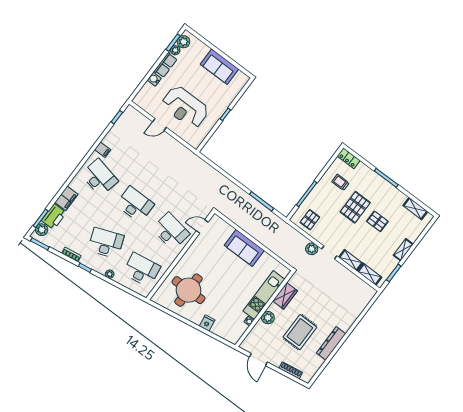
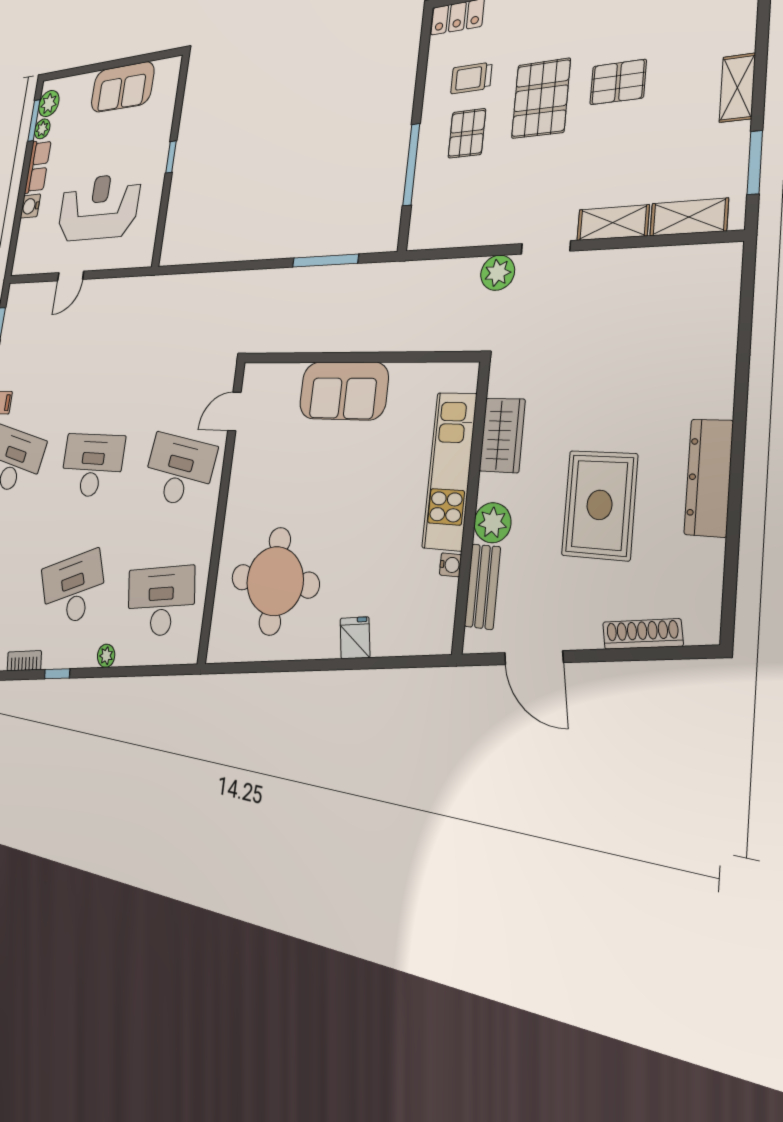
reception desk: (185, 107) -> (99, 207), turned 180
pallet: (310, 220) -> (467, 133), moved
bench: (255, 333) -> (482, 586), added

